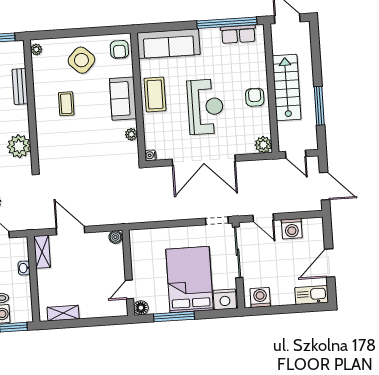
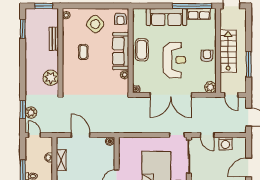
sofa: (169, 44) -> (166, 17), moved
sofa: (123, 99) -> (121, 51), width x1.36
shelving: (42, 252) -> (61, 160), moved

